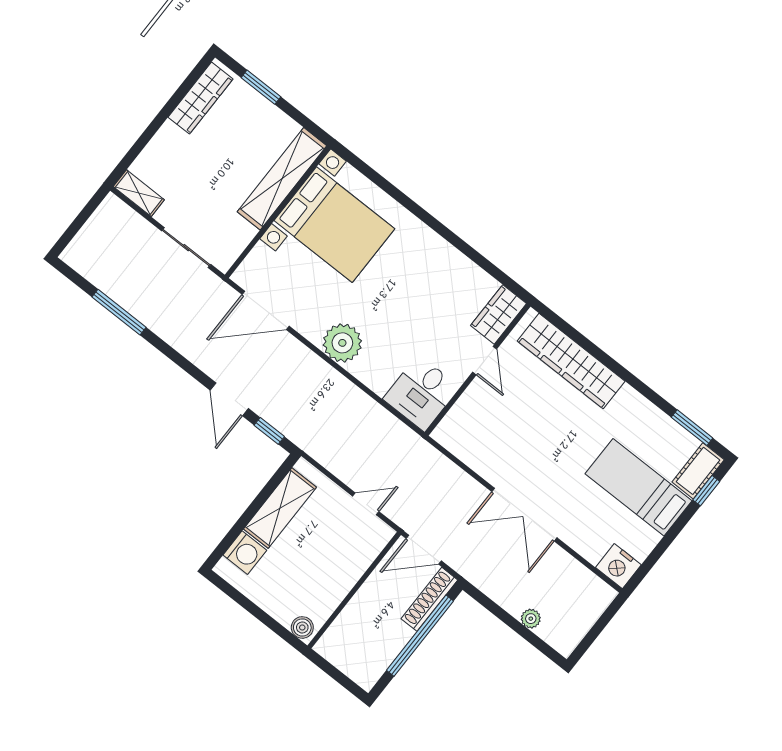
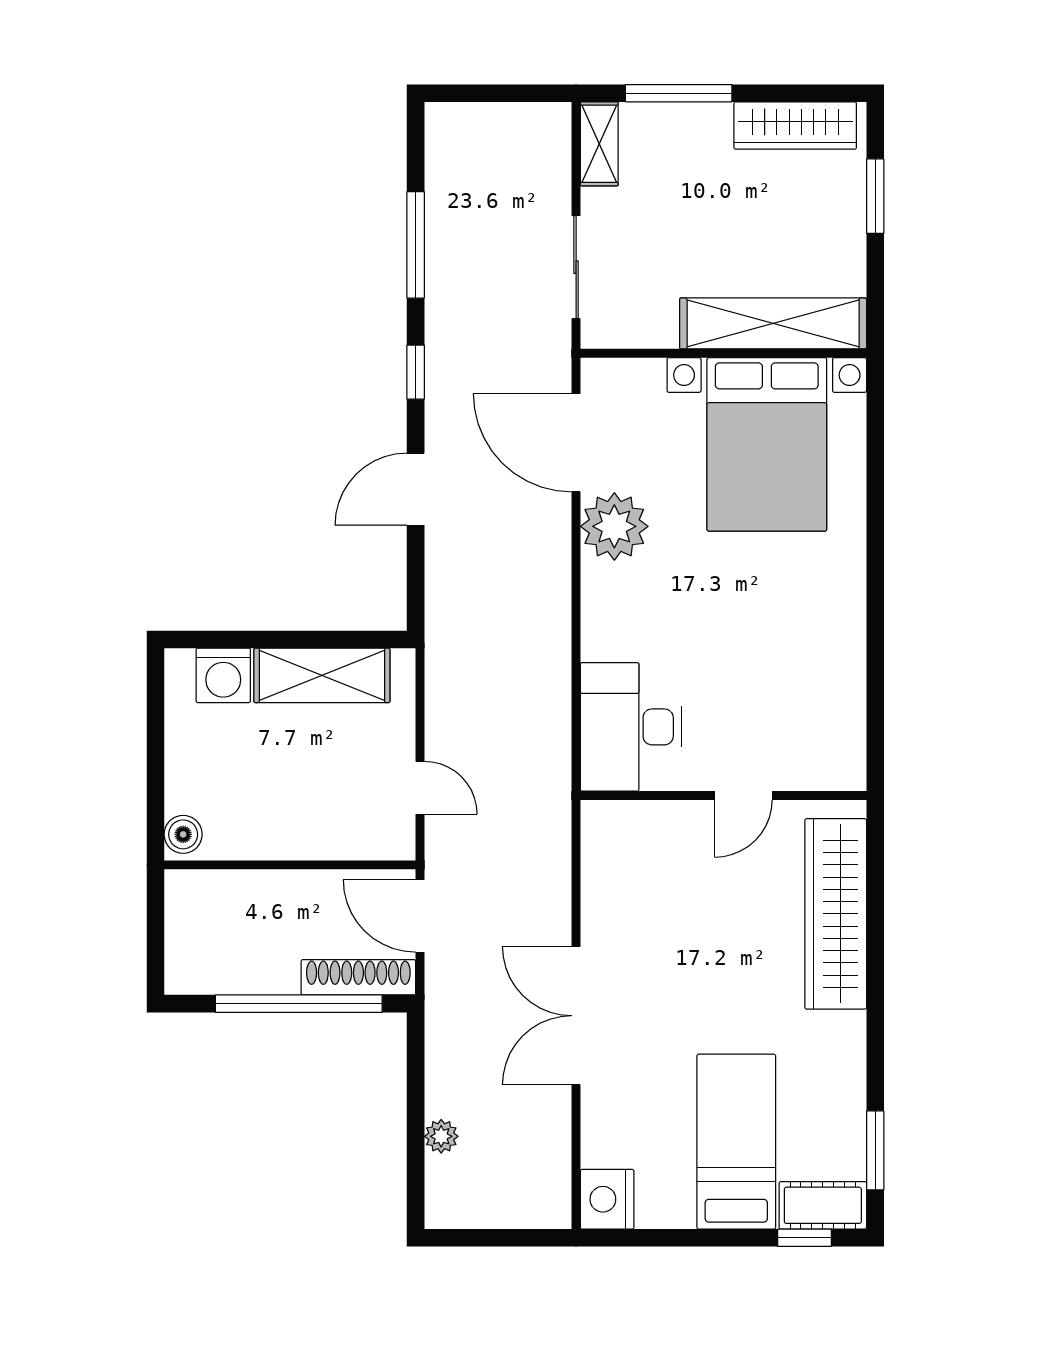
window: (144, 139) -> (679, 93), added
wardrobe: (498, 314) -> (821, 765), removed
plant: (342, 343) -> (614, 526), moved
desk: (421, 393) -> (631, 727), width x1.37
window: (269, 431) -> (416, 372), moved

